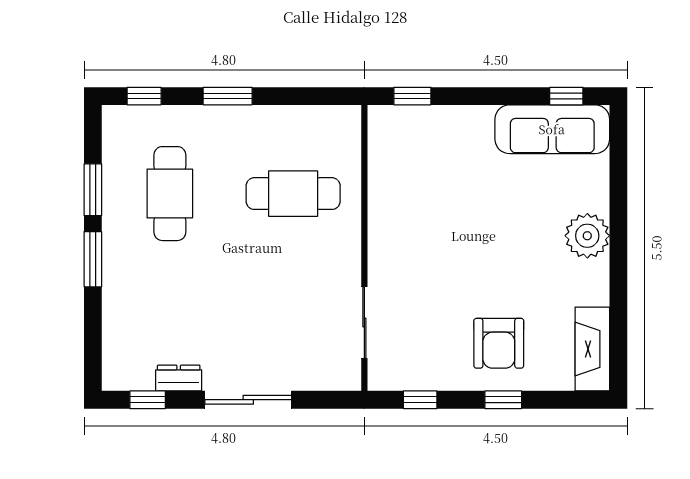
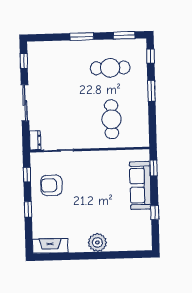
window: (566, 96) -> (155, 213), moved
sofa: (552, 129) -> (140, 185), moved
window: (93, 190) -> (124, 35), moved
armchair: (499, 343) -> (51, 185), moved
dresser: (179, 378) -> (35, 140), moved

